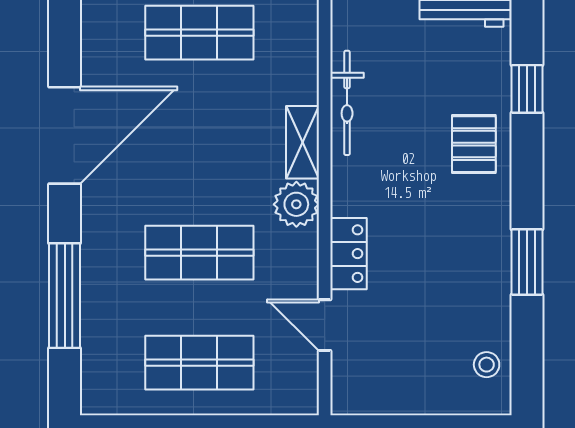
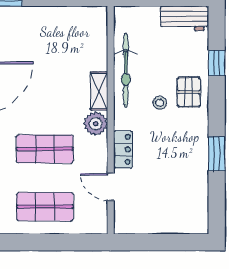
shop shelf: (199, 33) -> (45, 34), removed
bicycle: (347, 103) -> (126, 70), width x1.37, depth x1.40
stool: (487, 365) -> (160, 103), moved

